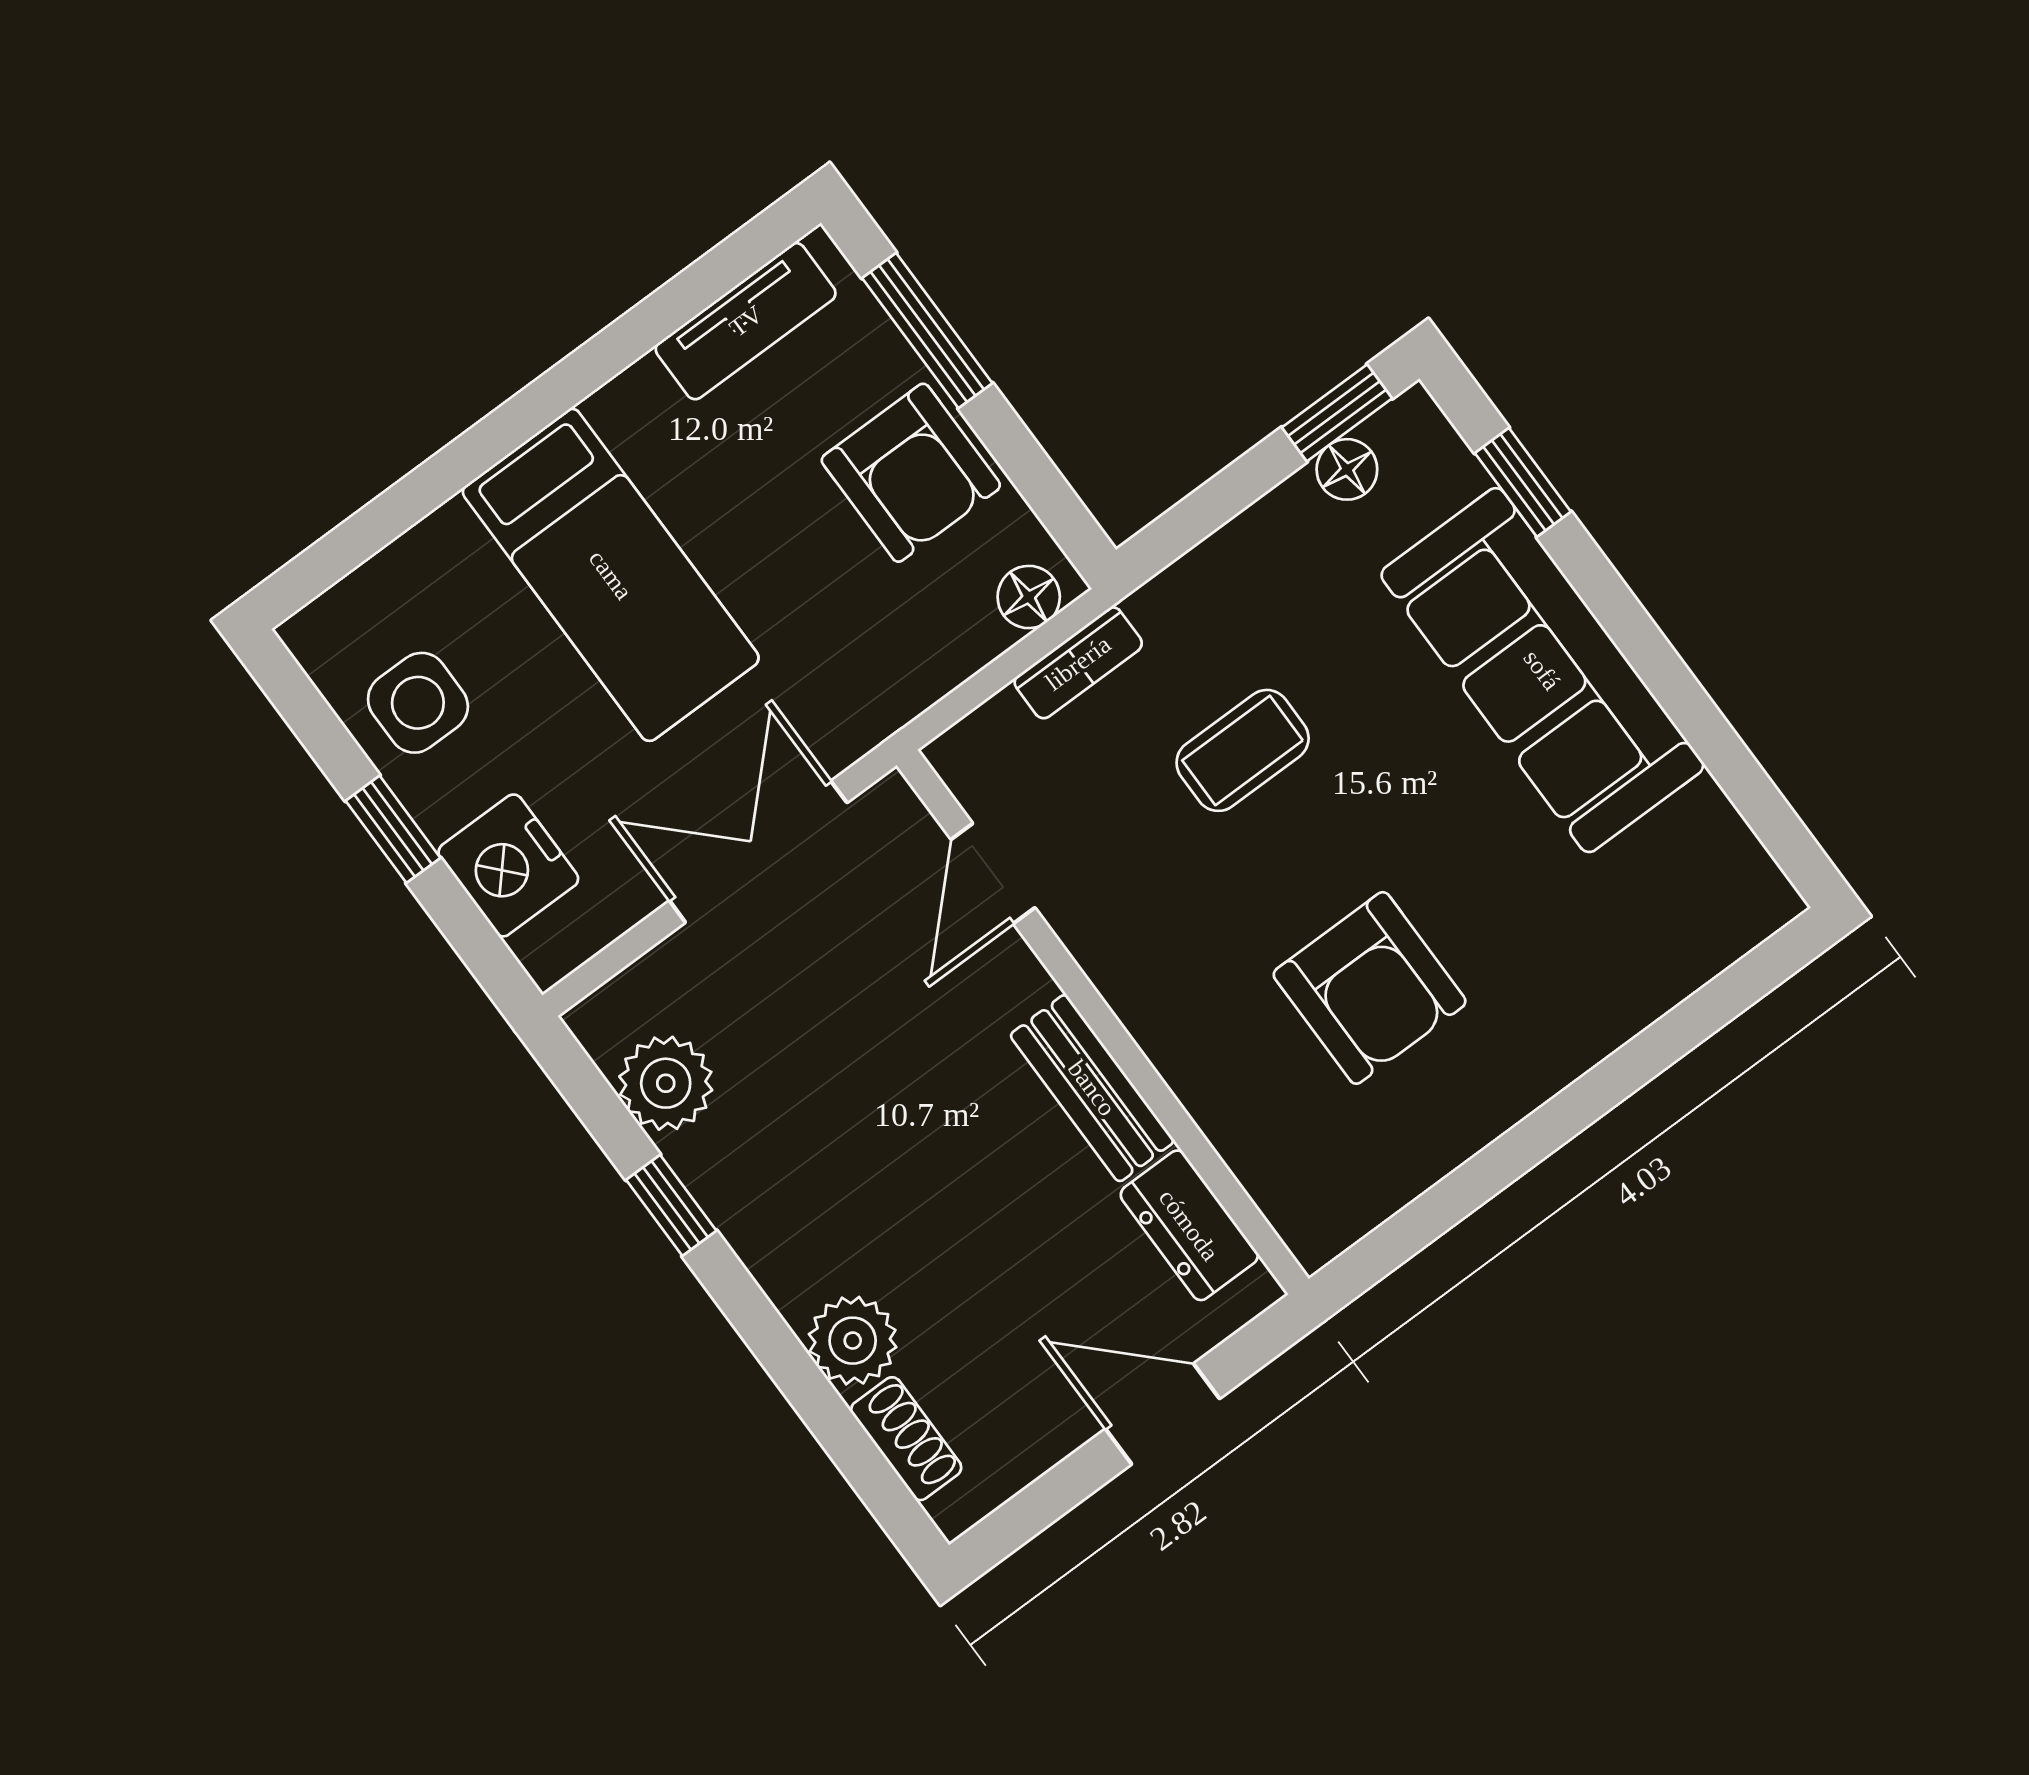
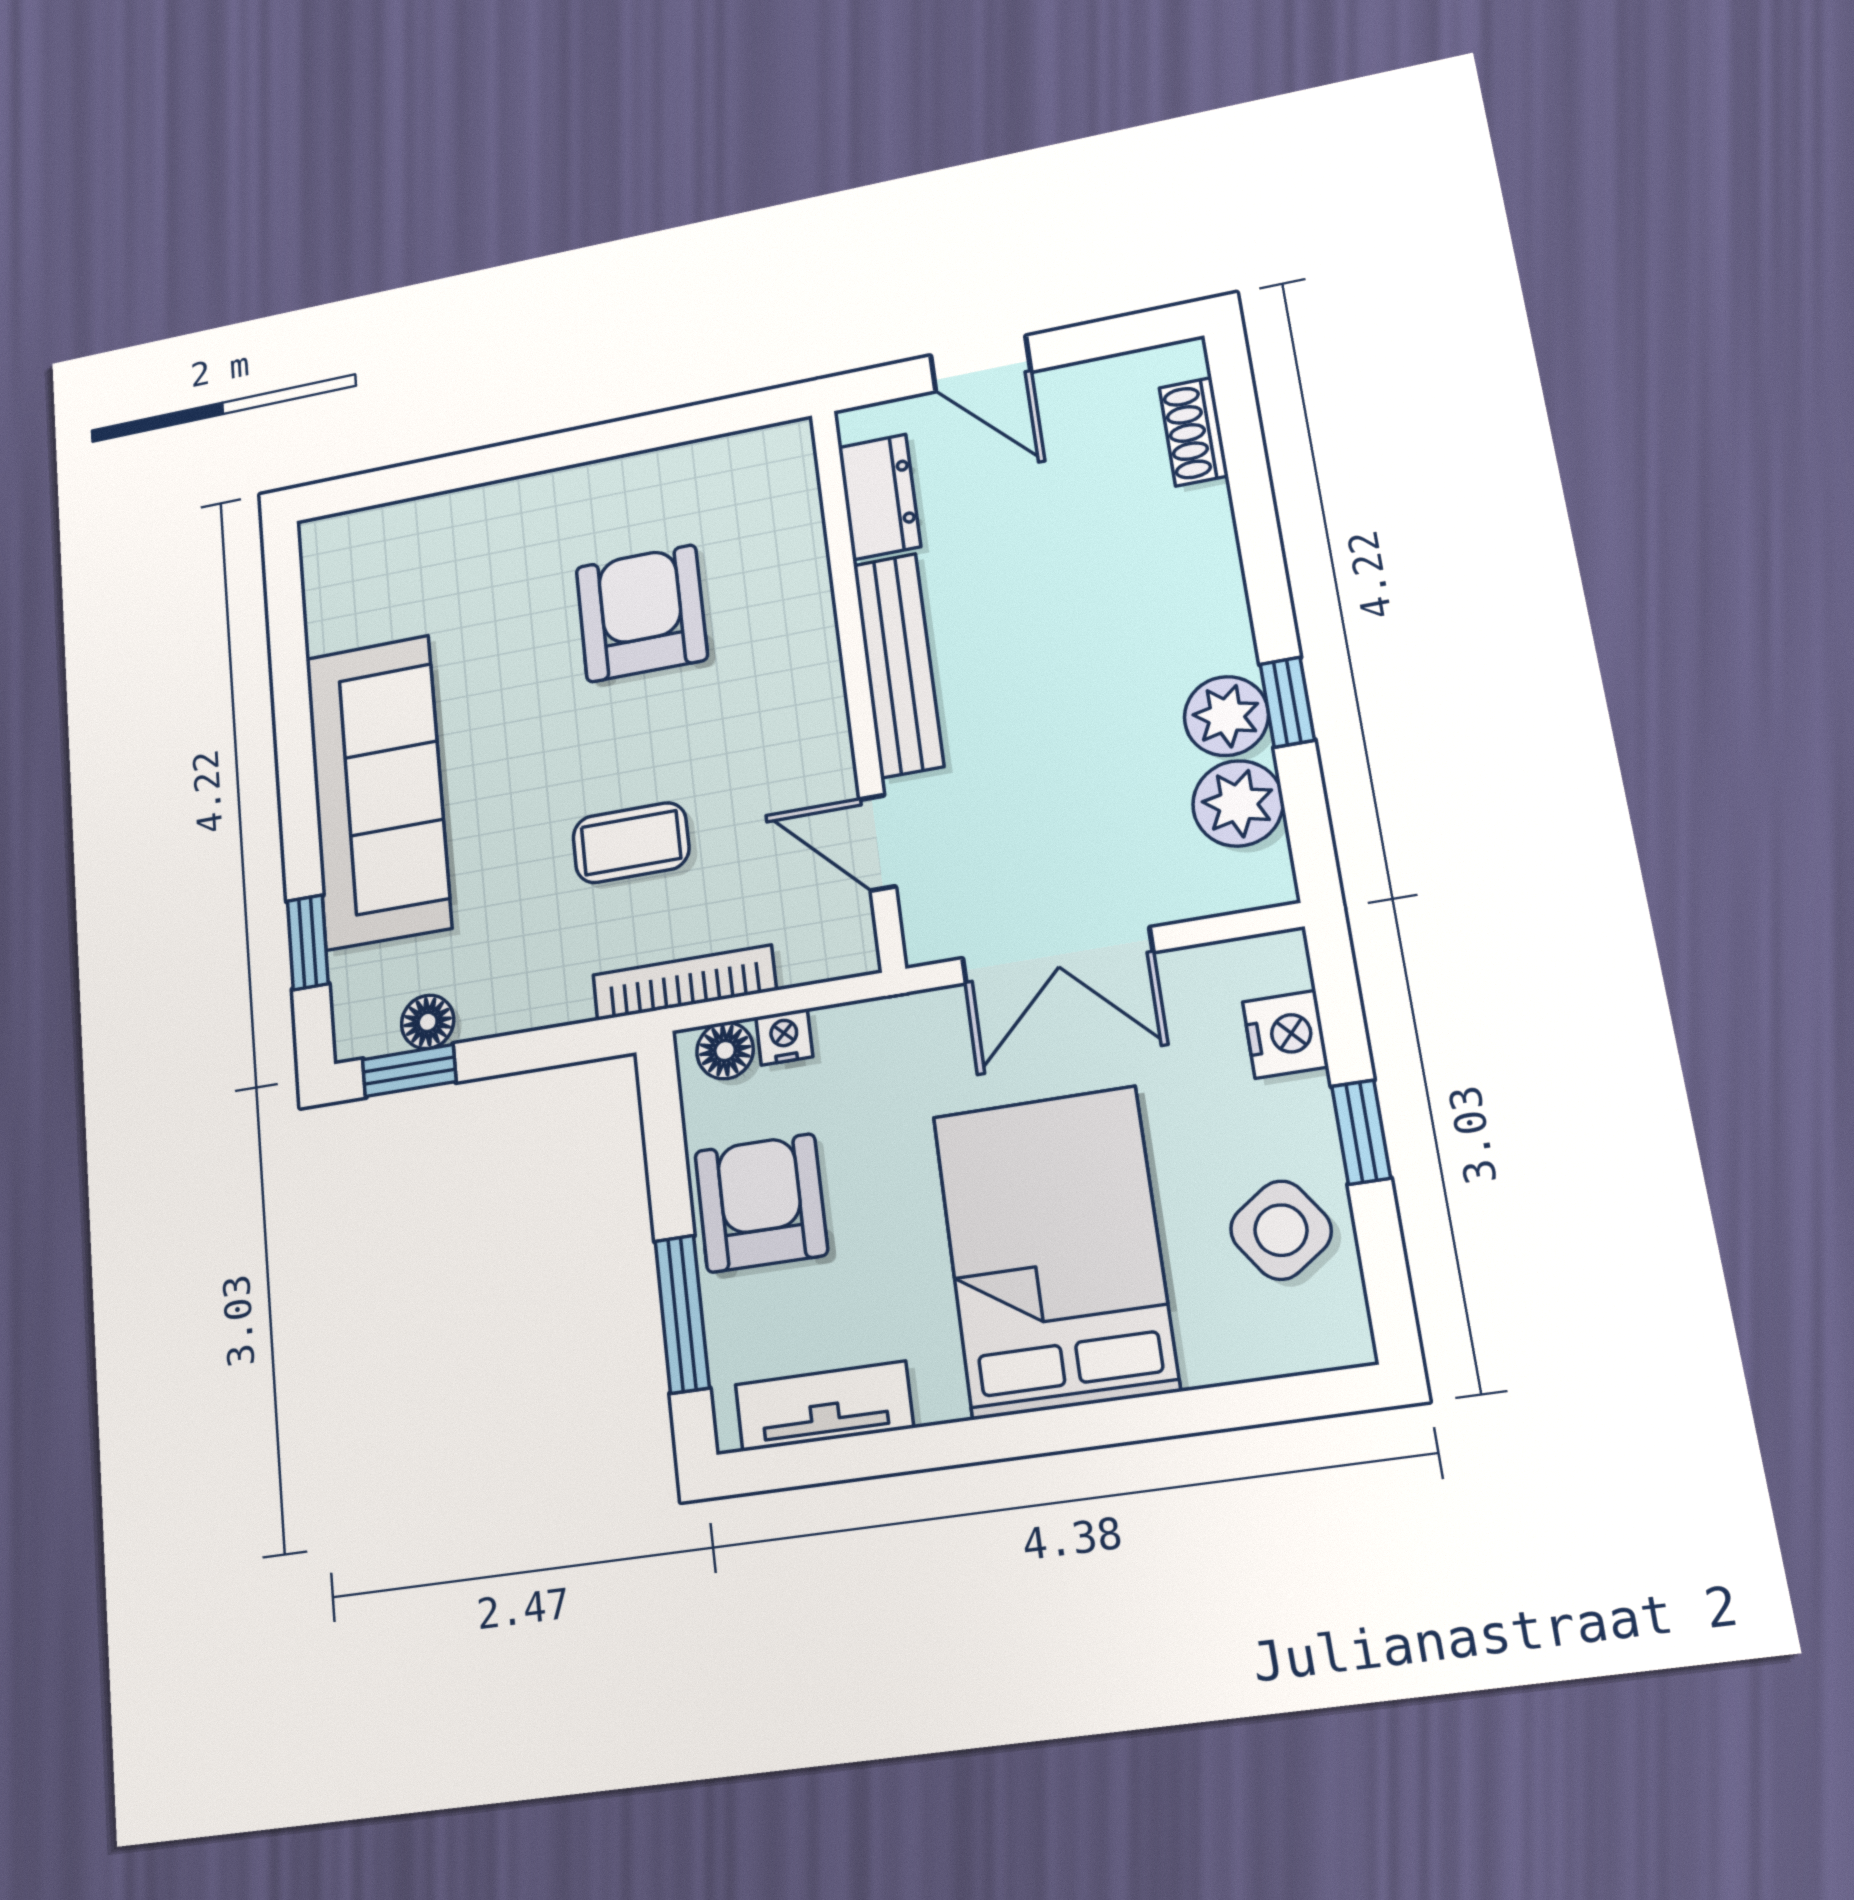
bed: (611, 575) -> (1055, 1252), width x1.50
nightstand: (978, 640) -> (784, 1037), added
bookcase: (1078, 663) -> (684, 983), width x1.56
side table: (418, 703) -> (1281, 1230), turned -35
nightstand: (508, 865) -> (1285, 1034), width x0.74, depth x0.75
door: (993, 874) -> (877, 843), swing flipped
bench: (1092, 1088) -> (898, 665), width x1.36
plant: (853, 1341) -> (1226, 716), moved

